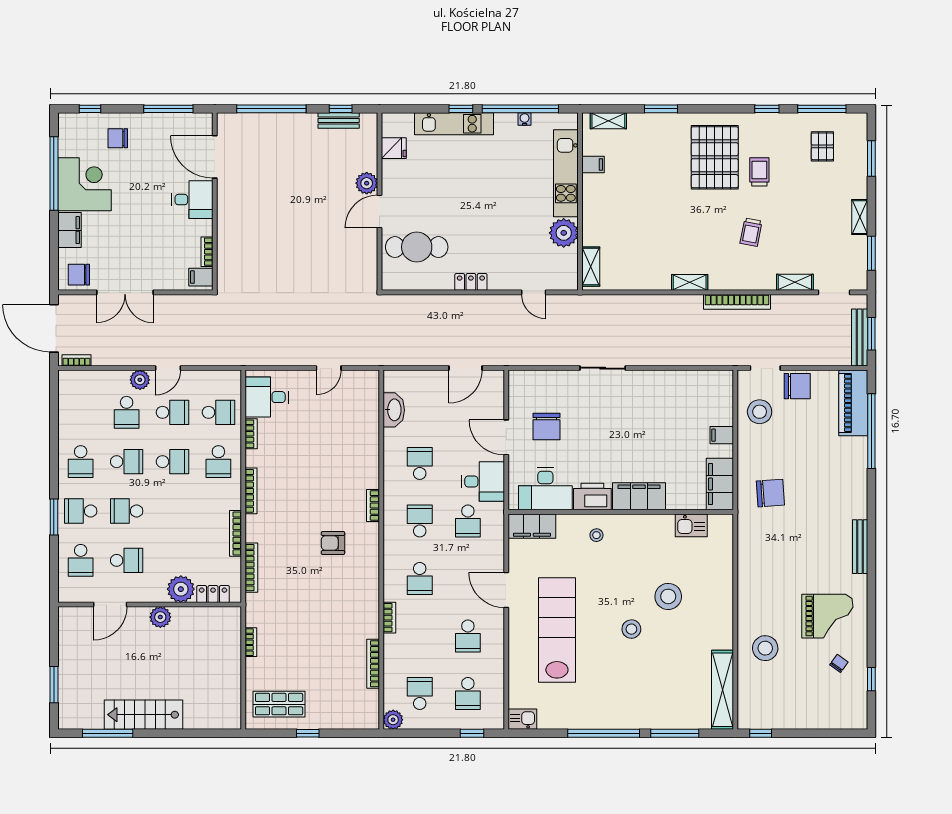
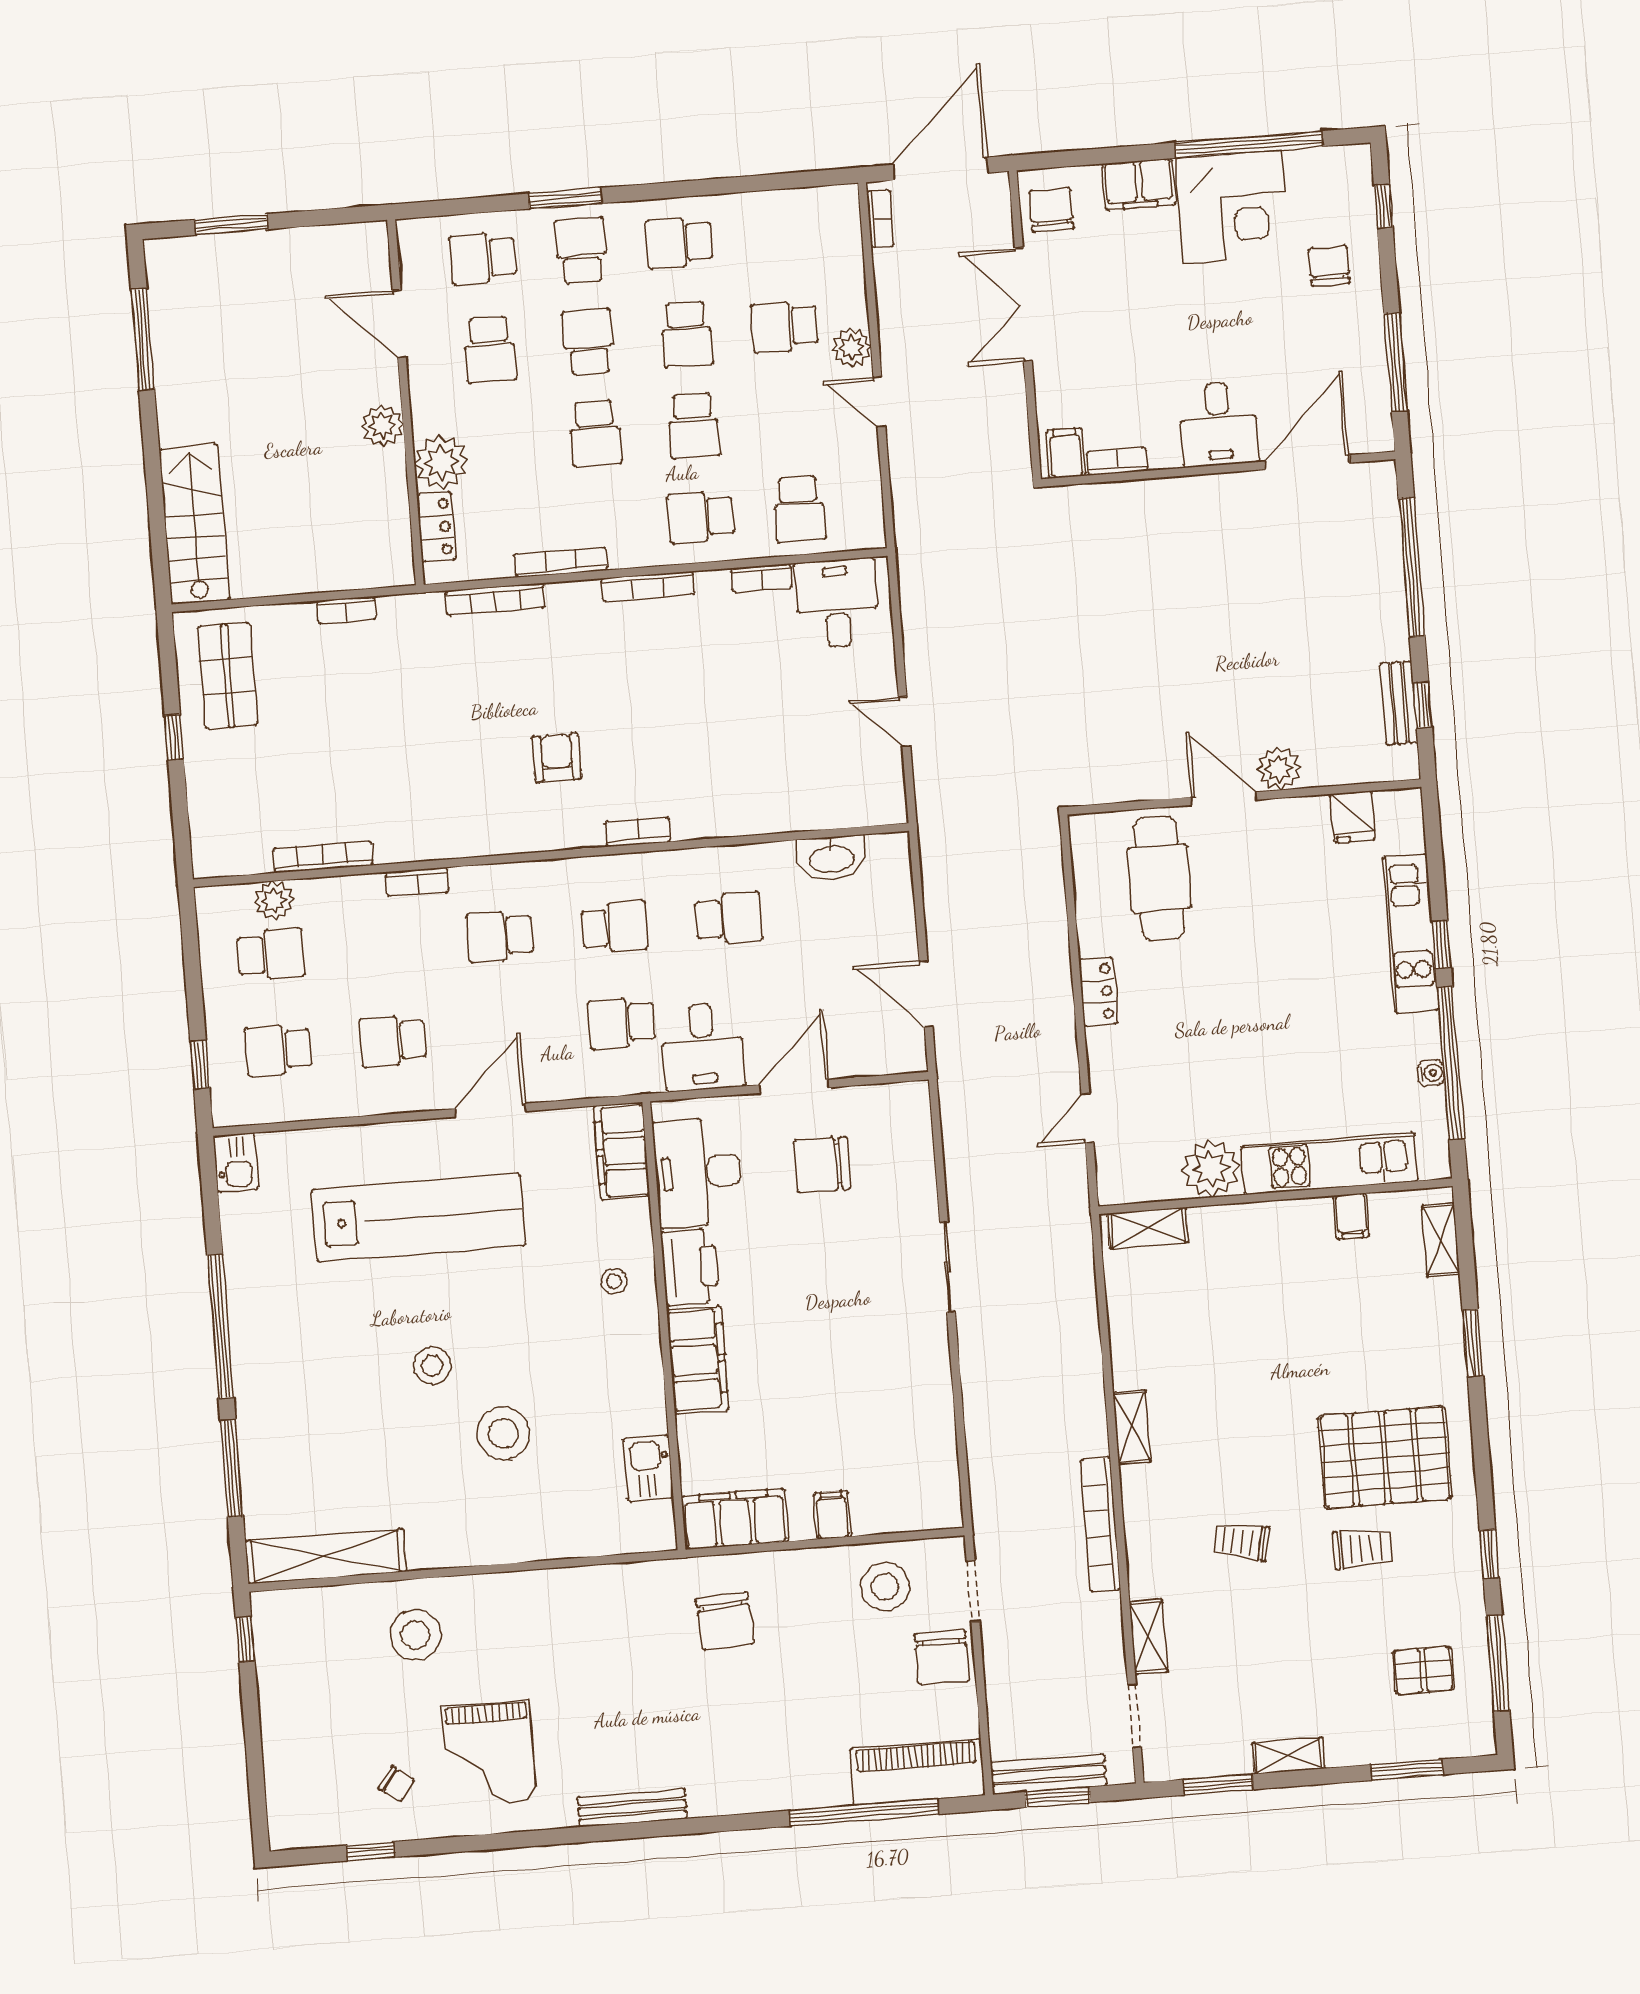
school desk: (173, 412) -> (595, 433), moved
stairs: (143, 715) -> (194, 524), moved
plant: (393, 720) -> (274, 900), moved

